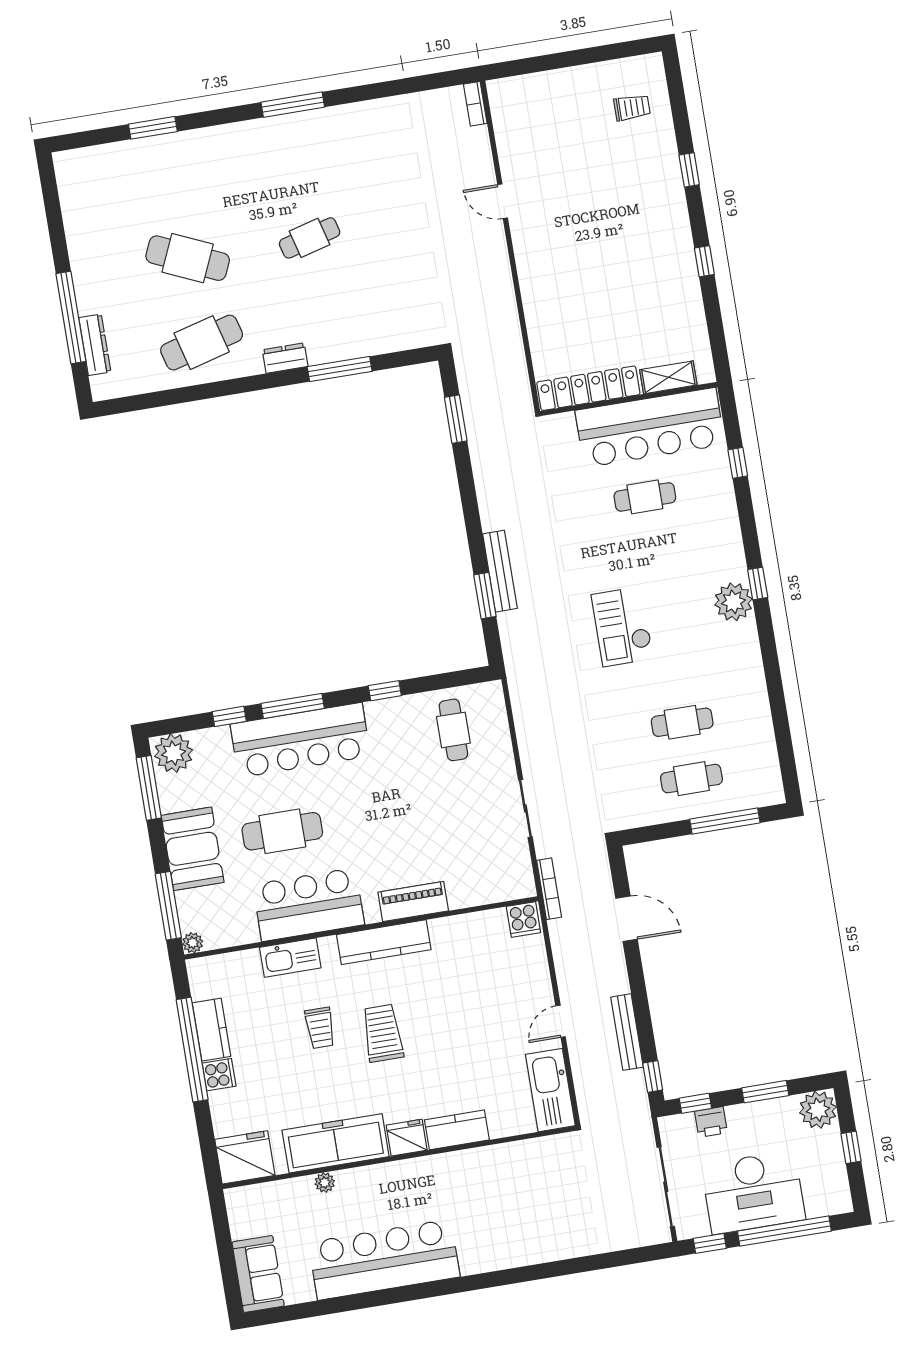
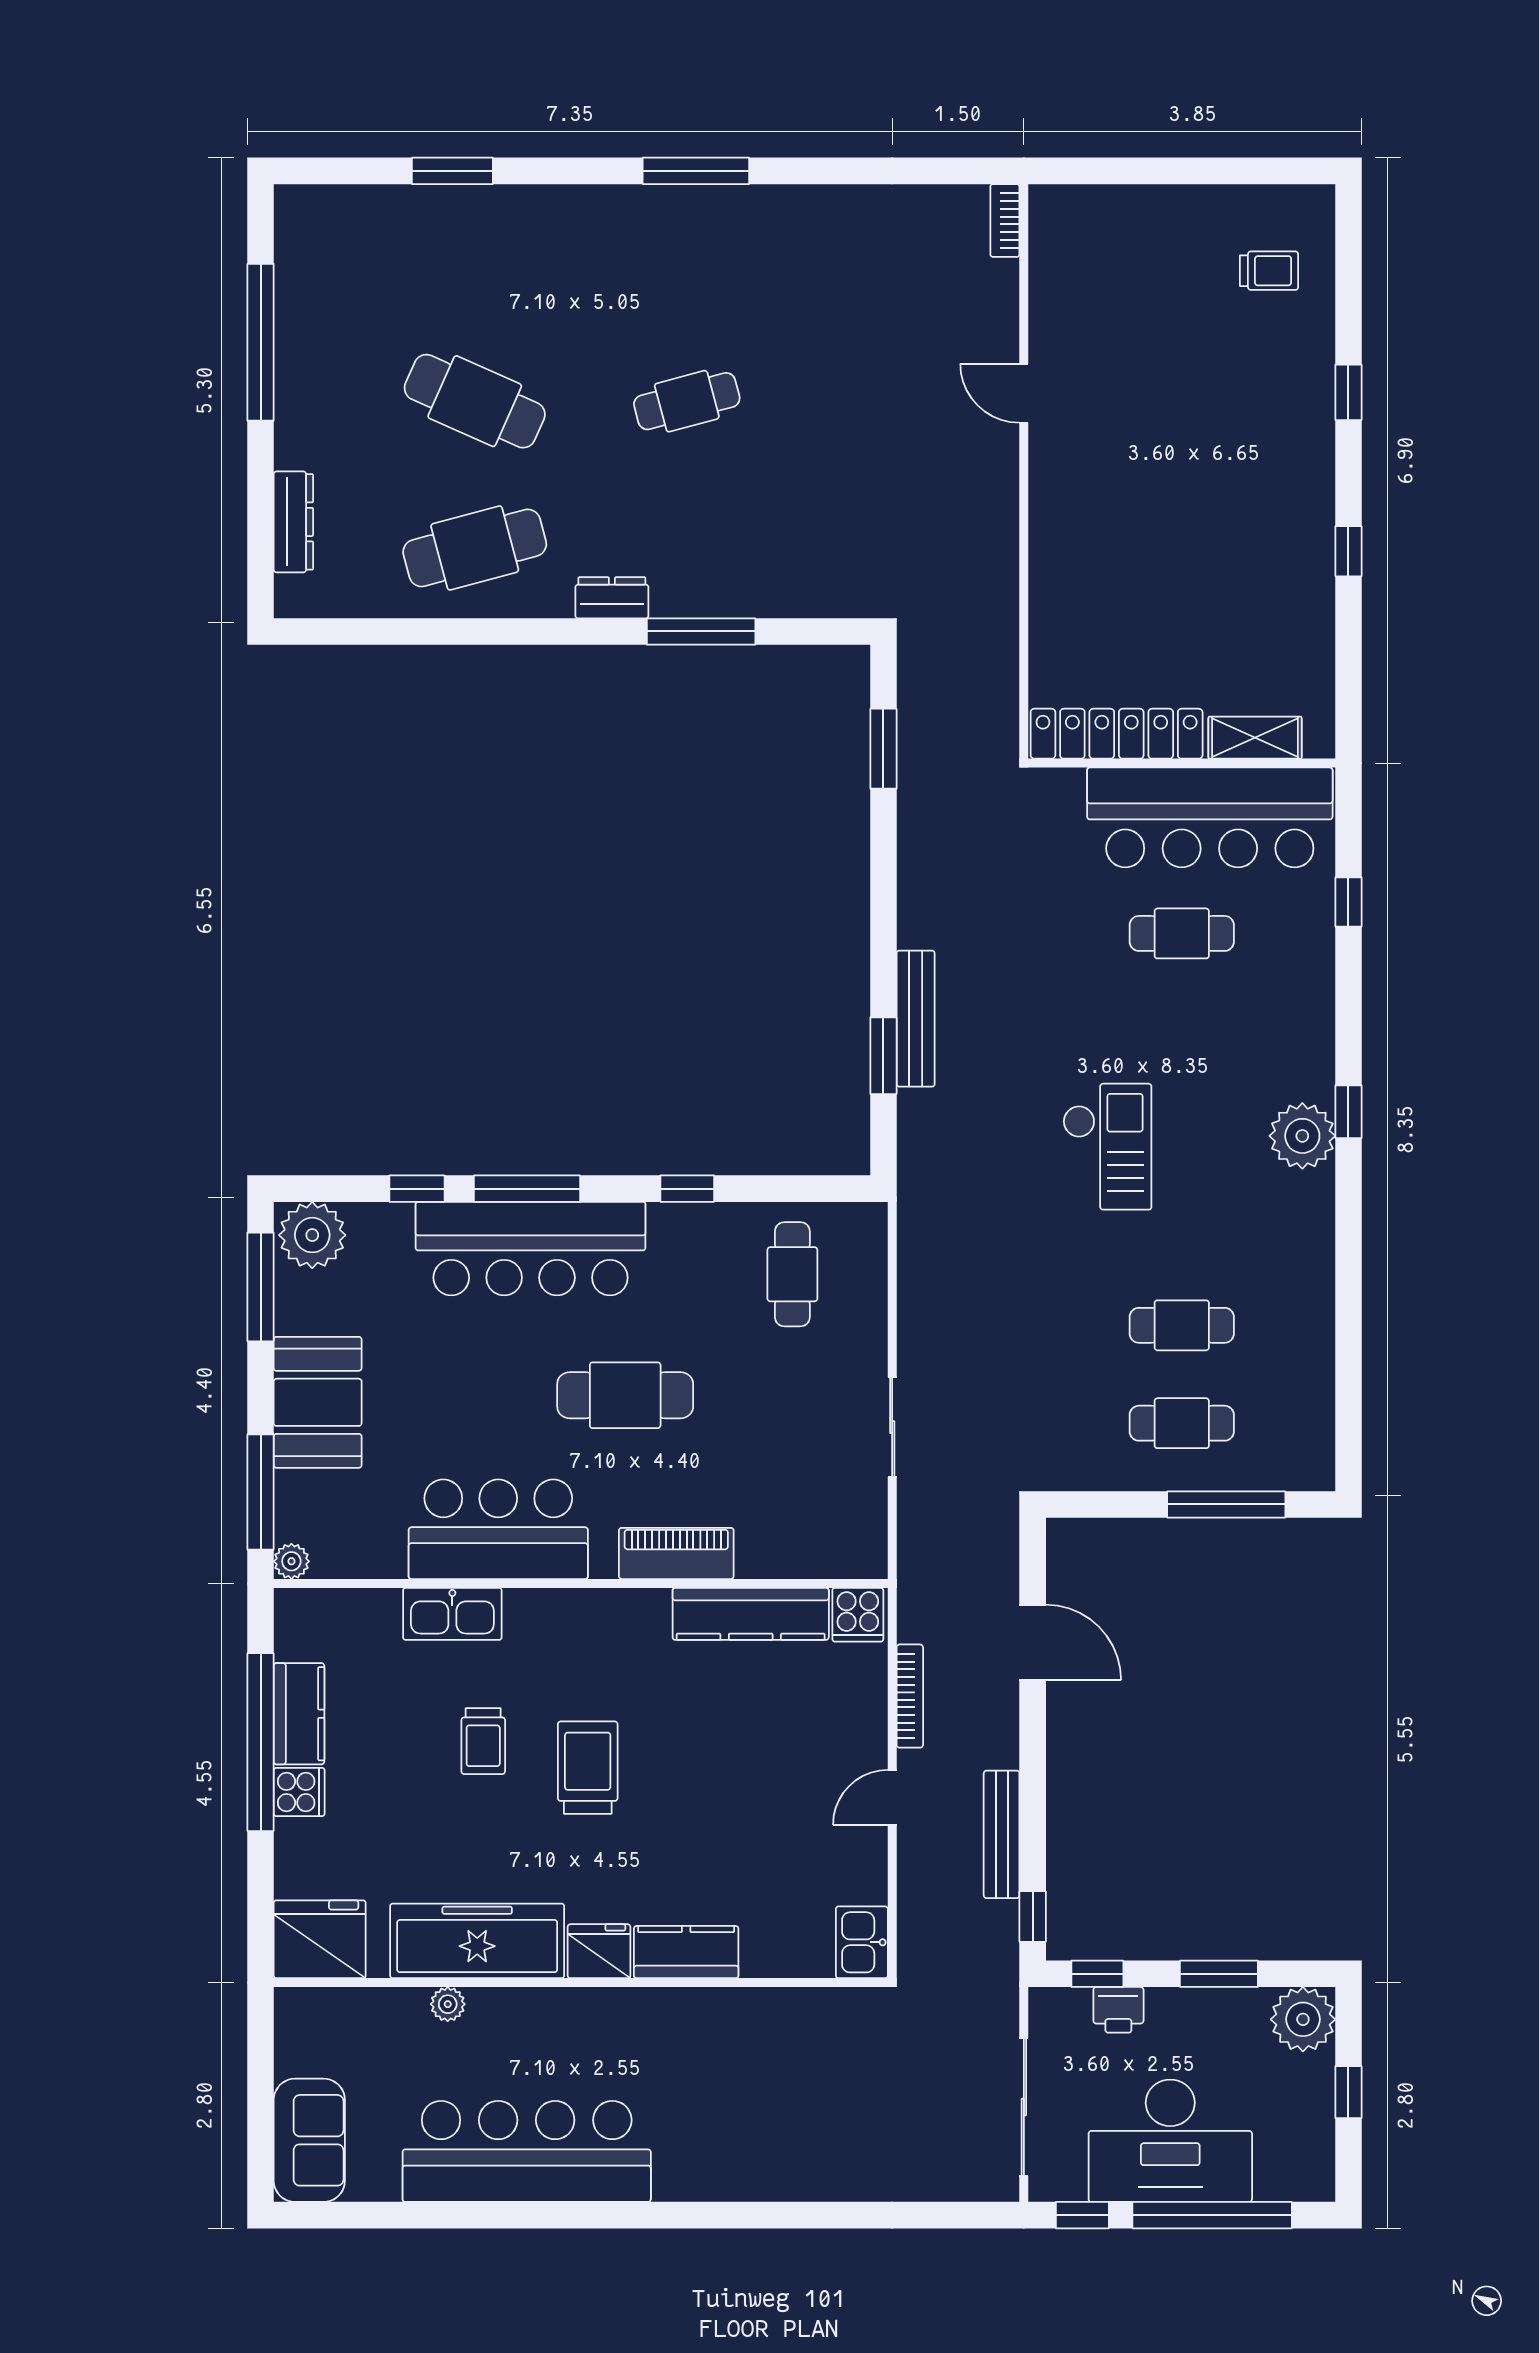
window: (71, 317) -> (261, 342), moved
checkout: (622, 627) -> (1107, 1147), turned 180
cafe table: (282, 831) -> (625, 1395), moved
bookcase: (549, 889) -> (910, 1696), moved
kitchen counter: (384, 942) -> (751, 1614), moved
kitchen sink: (550, 1090) -> (862, 1942), width x0.53, depth x0.81

